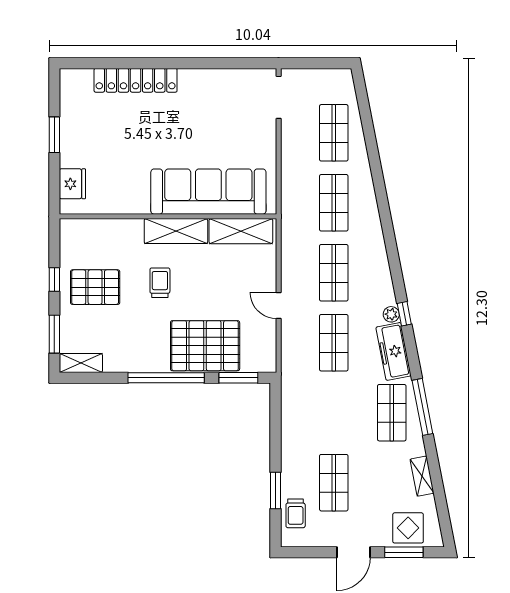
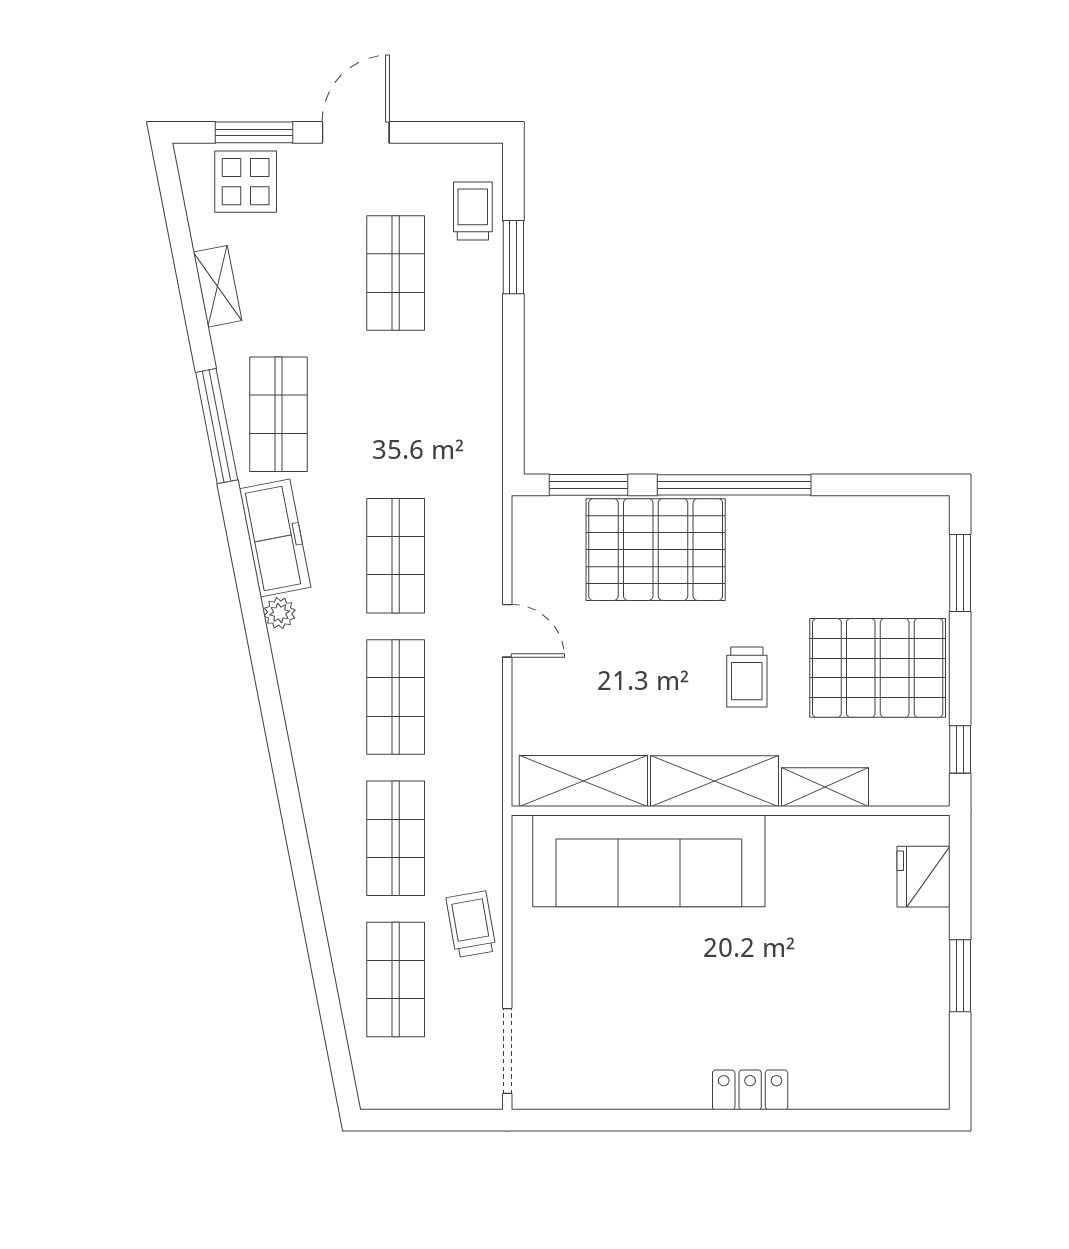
locker: (136, 80) -> (750, 1090), width x0.46, depth x0.83
trolley: (296, 160) -> (471, 924), added
window: (54, 280) -> (960, 749), moved
pallet: (95, 287) -> (878, 668), width x1.37, depth x1.41
window: (404, 314) -> (253, 614), removed
shelving: (81, 363) -> (825, 787), moved

